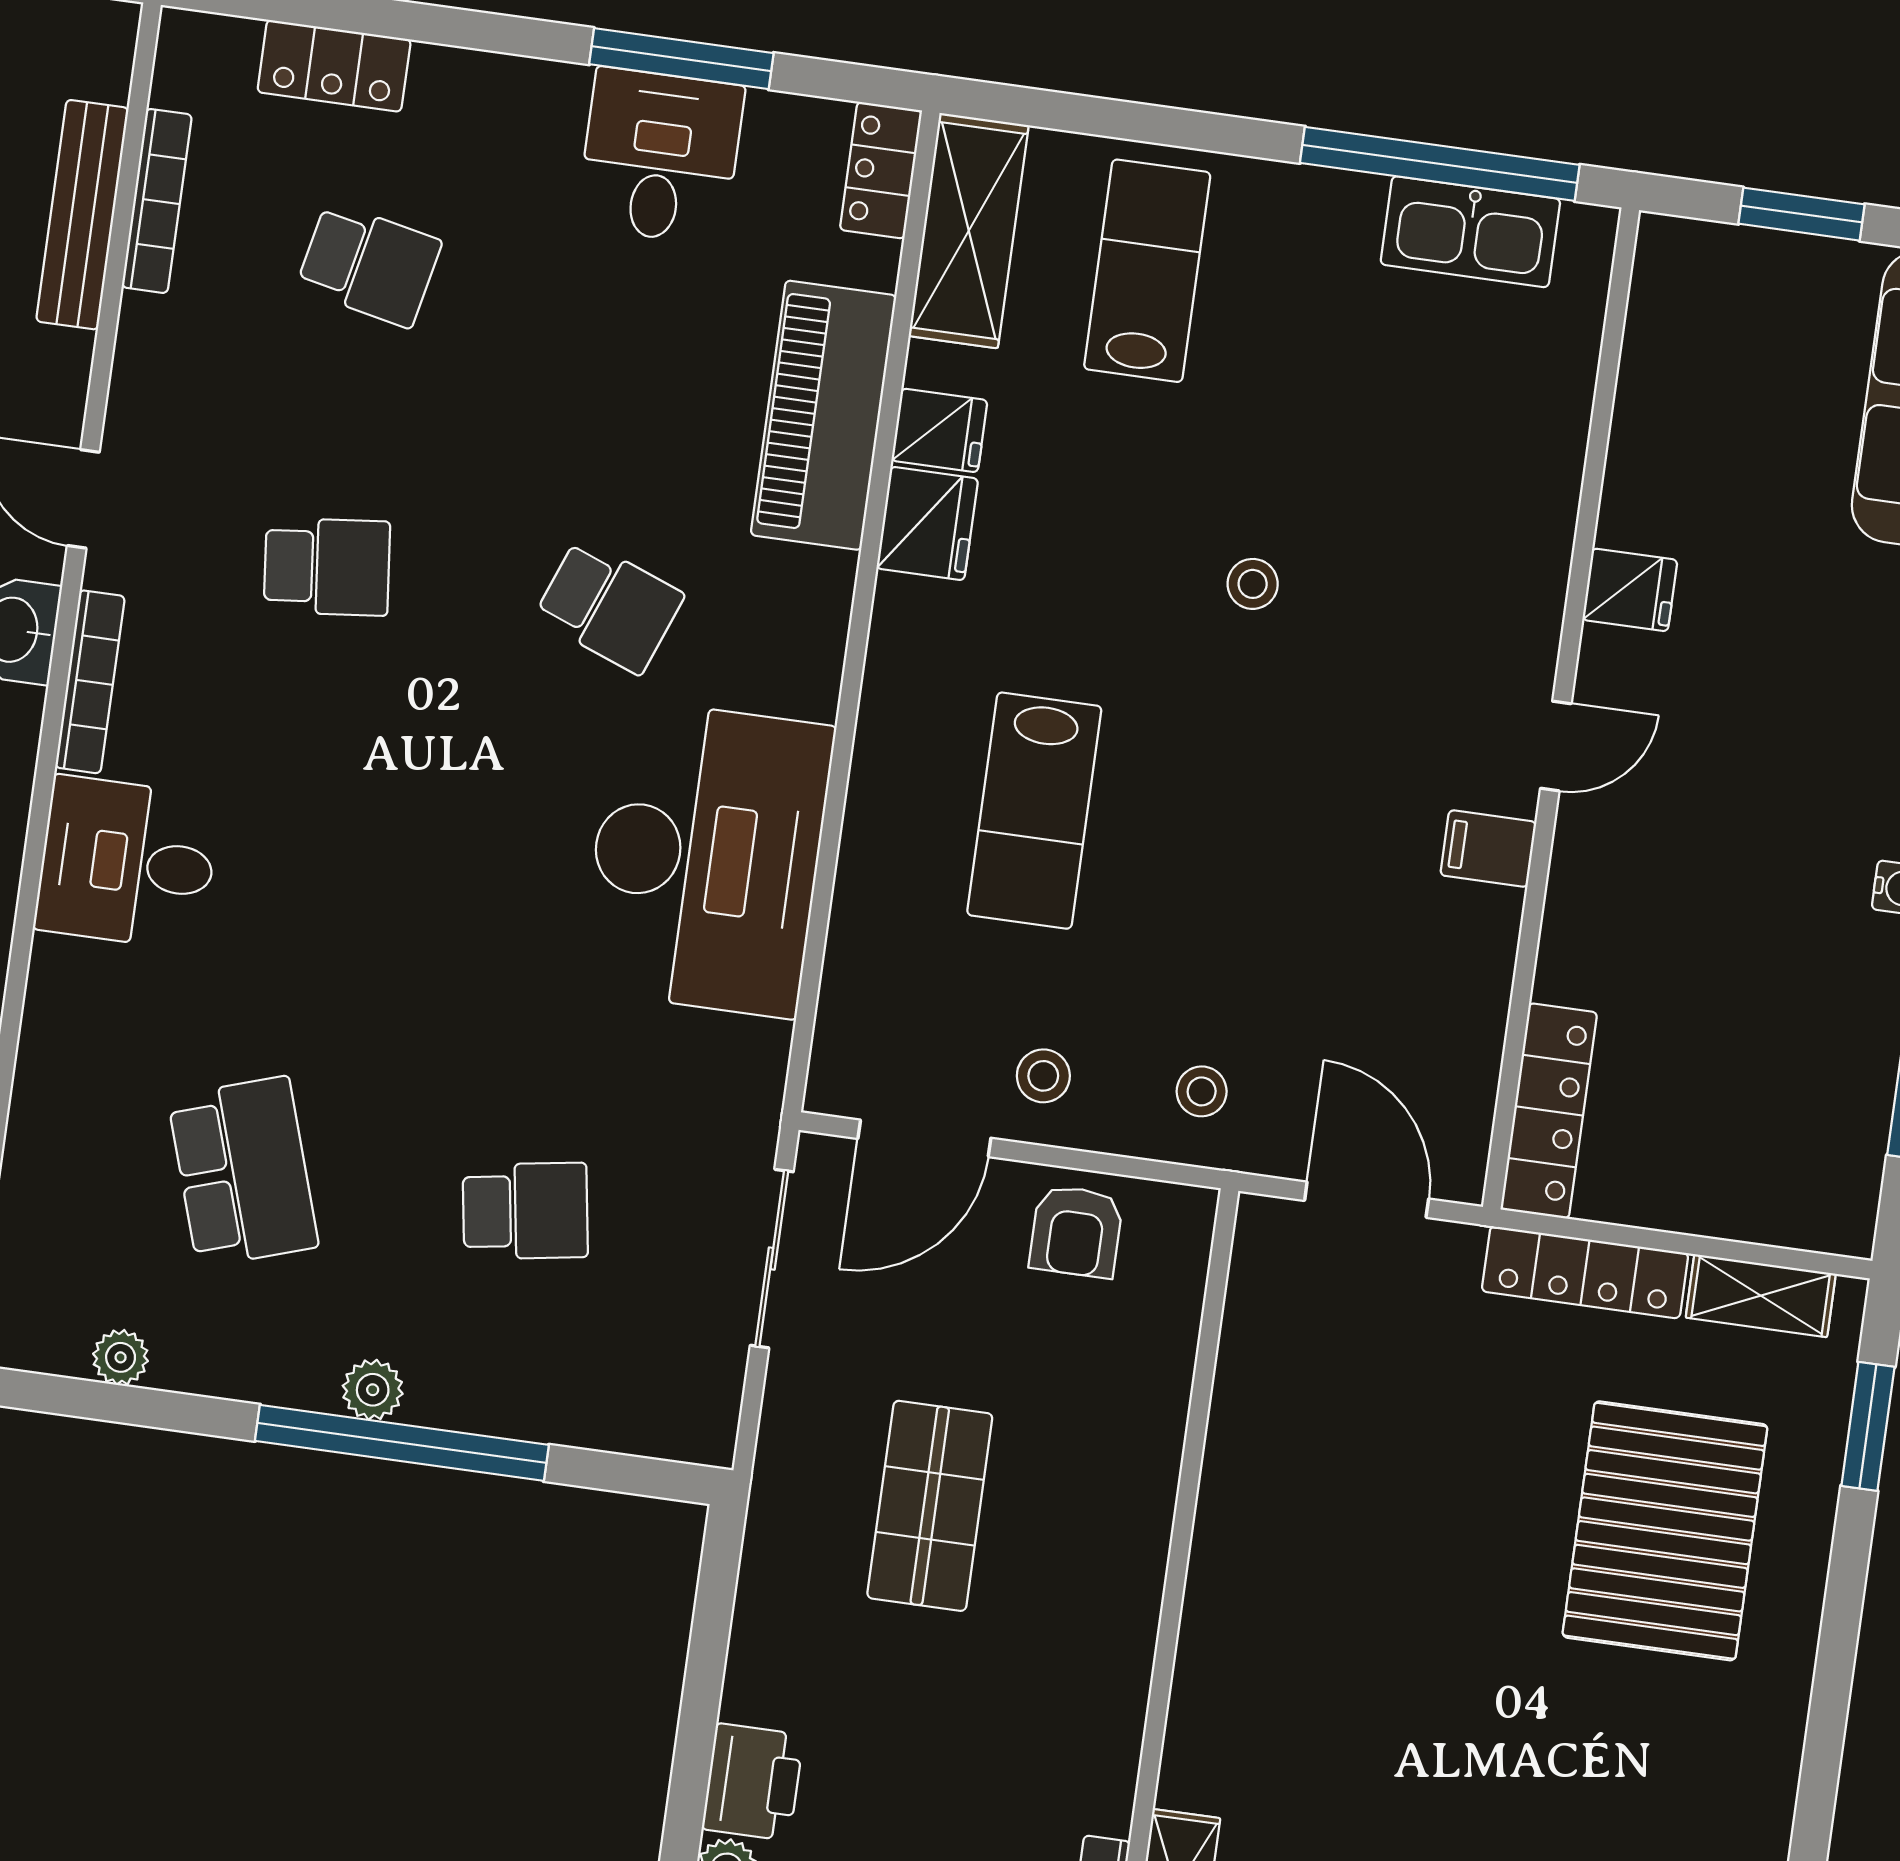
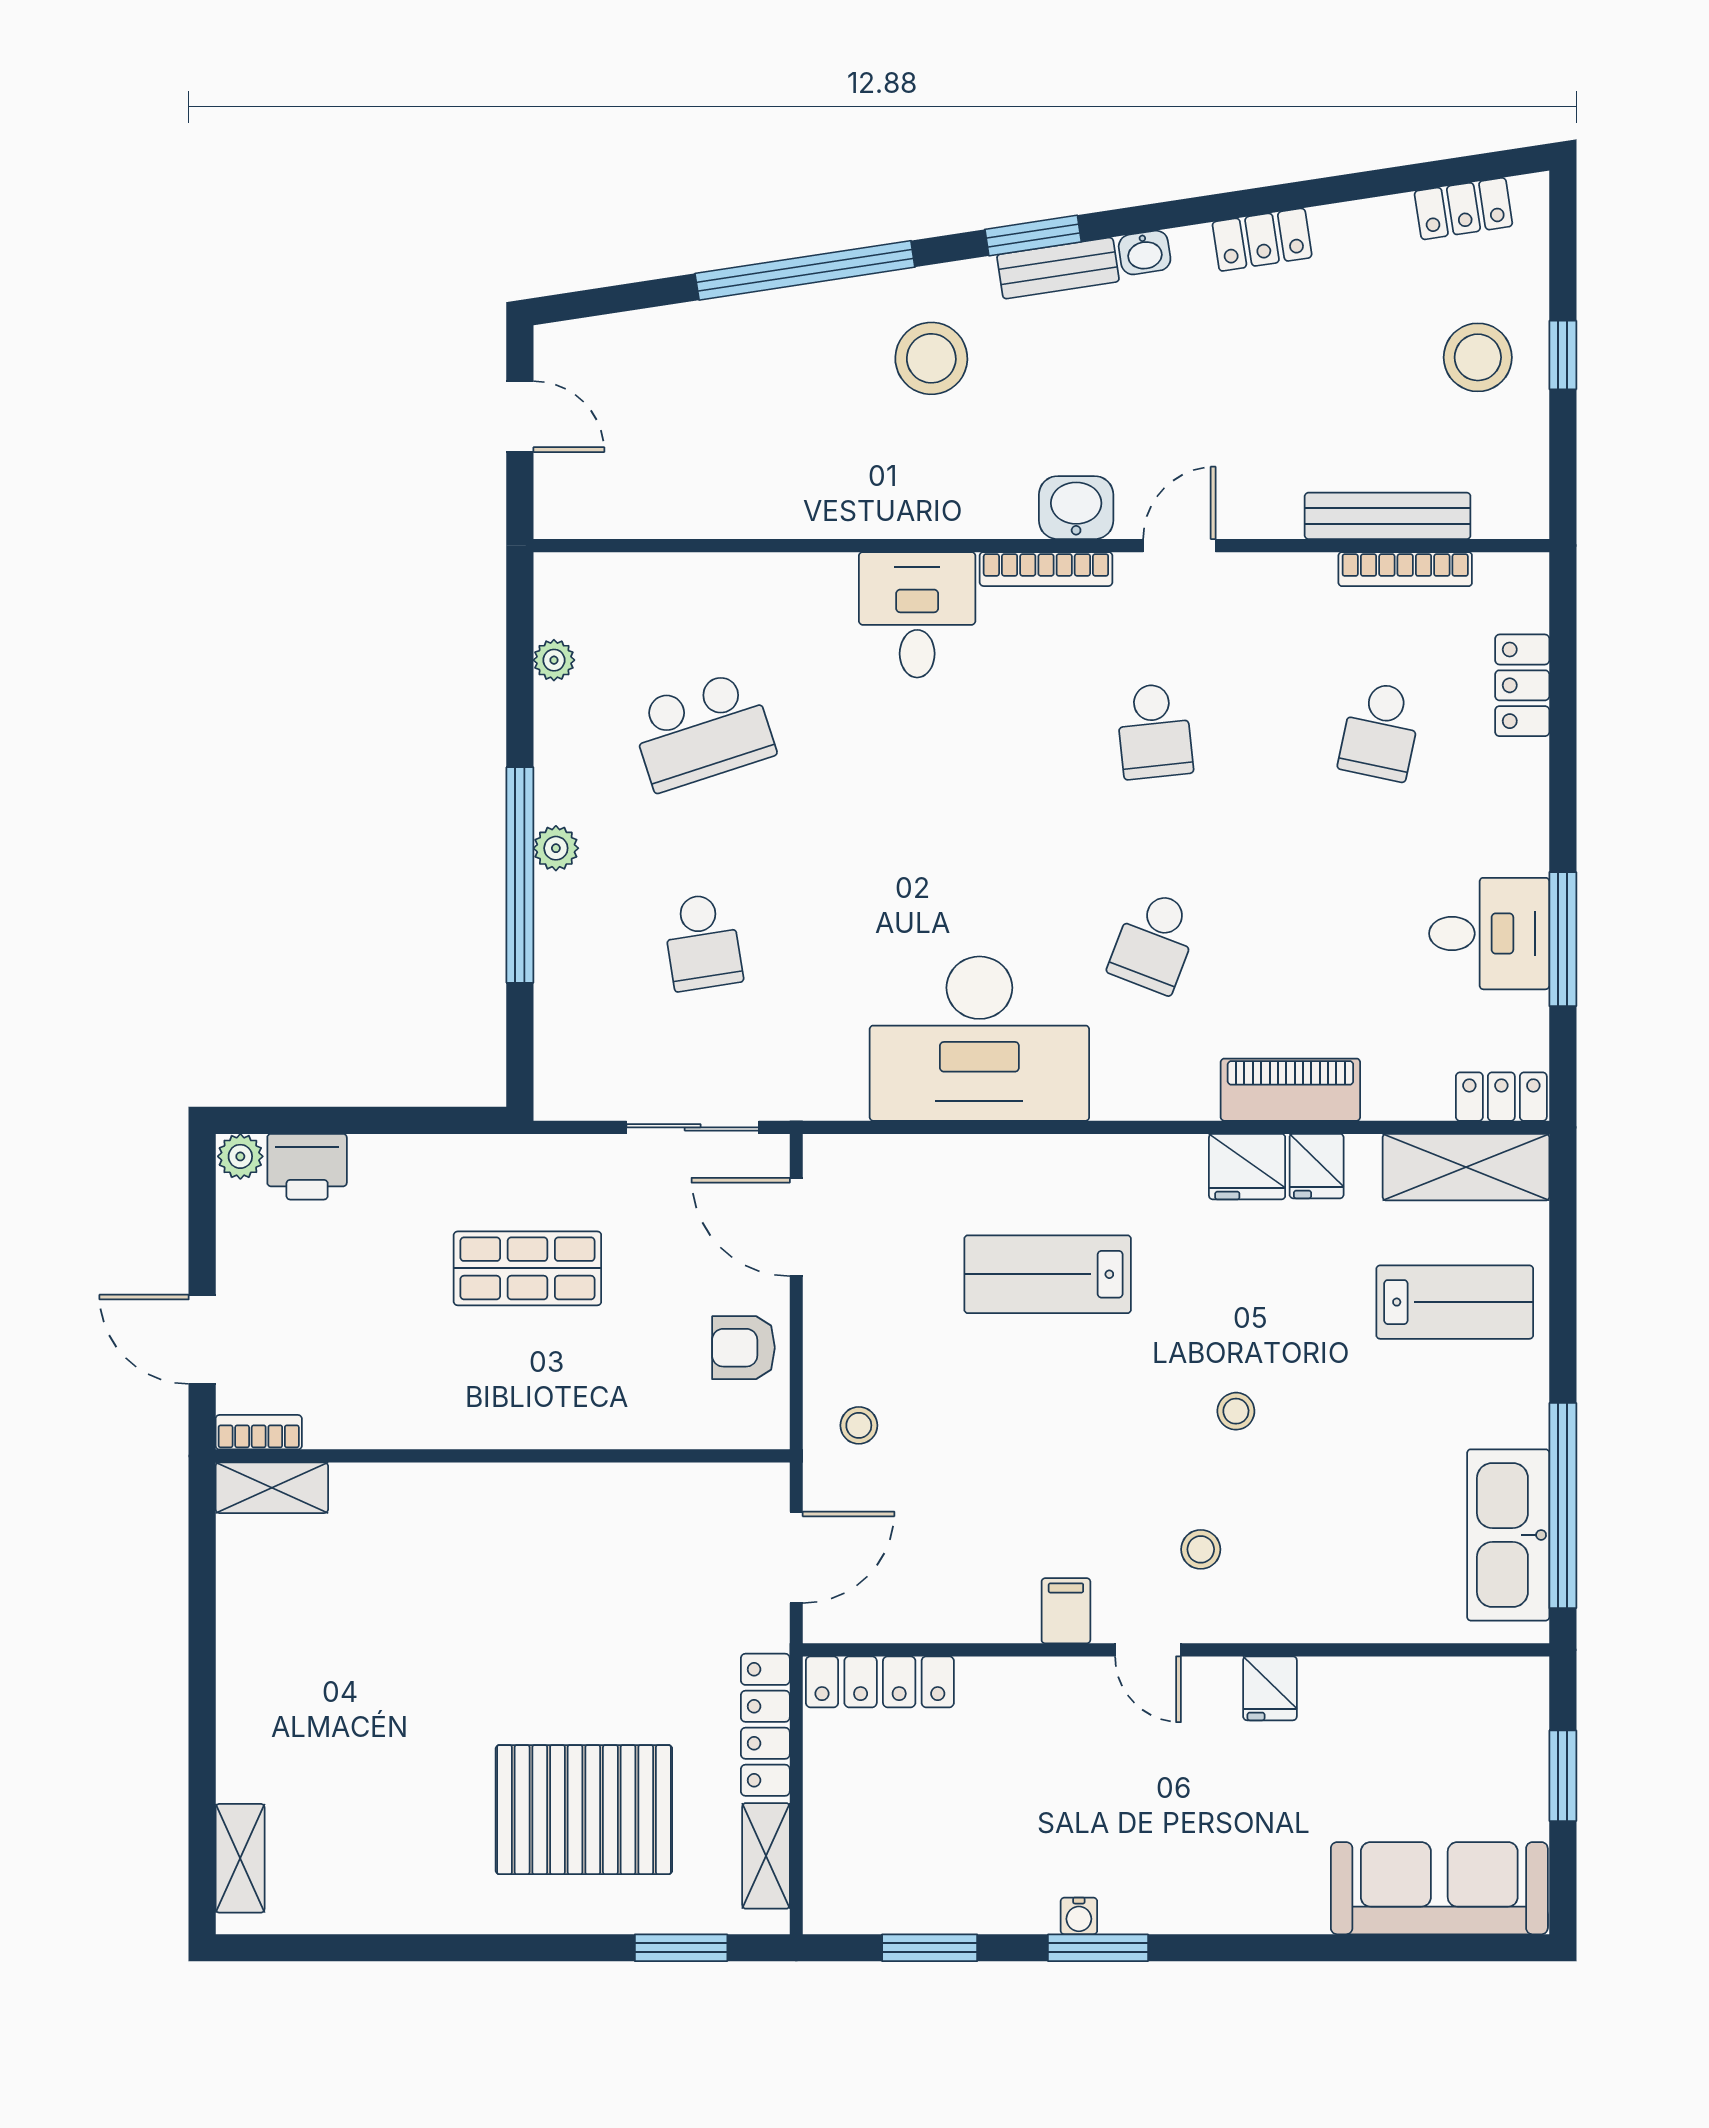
kitchen sink: (1470, 232) -> (1508, 1535), width x1.36, depth x1.24
piano: (823, 415) -> (1290, 1090), width x0.73, depth x0.75
stool: (1043, 1076) -> (1201, 1549), moved

